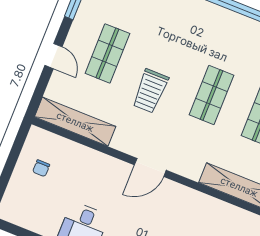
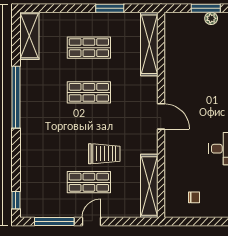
door: (54, 56) -> (92, 222), moved
trolley: (150, 91) -> (104, 154), moved

